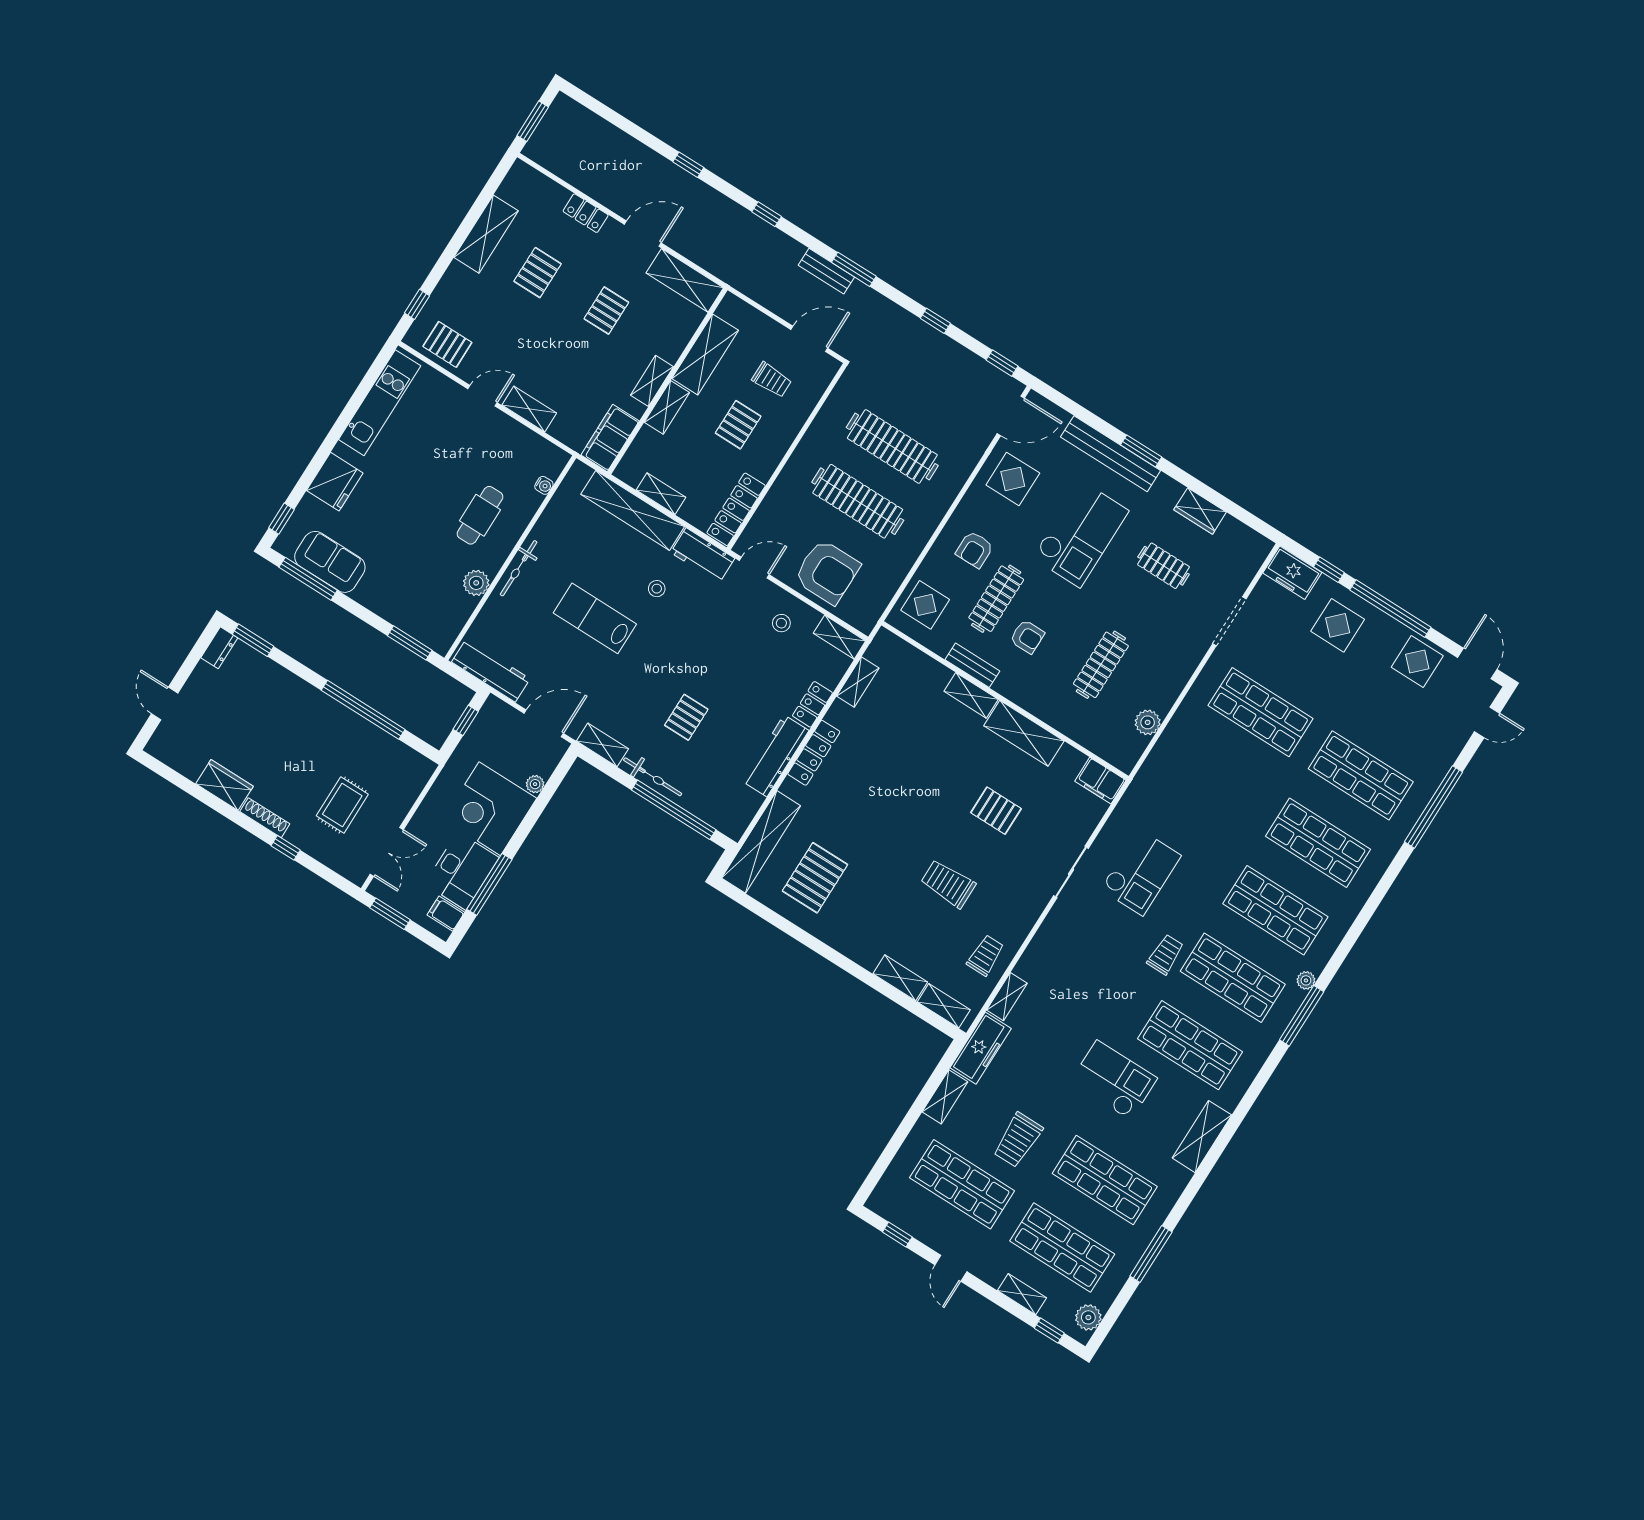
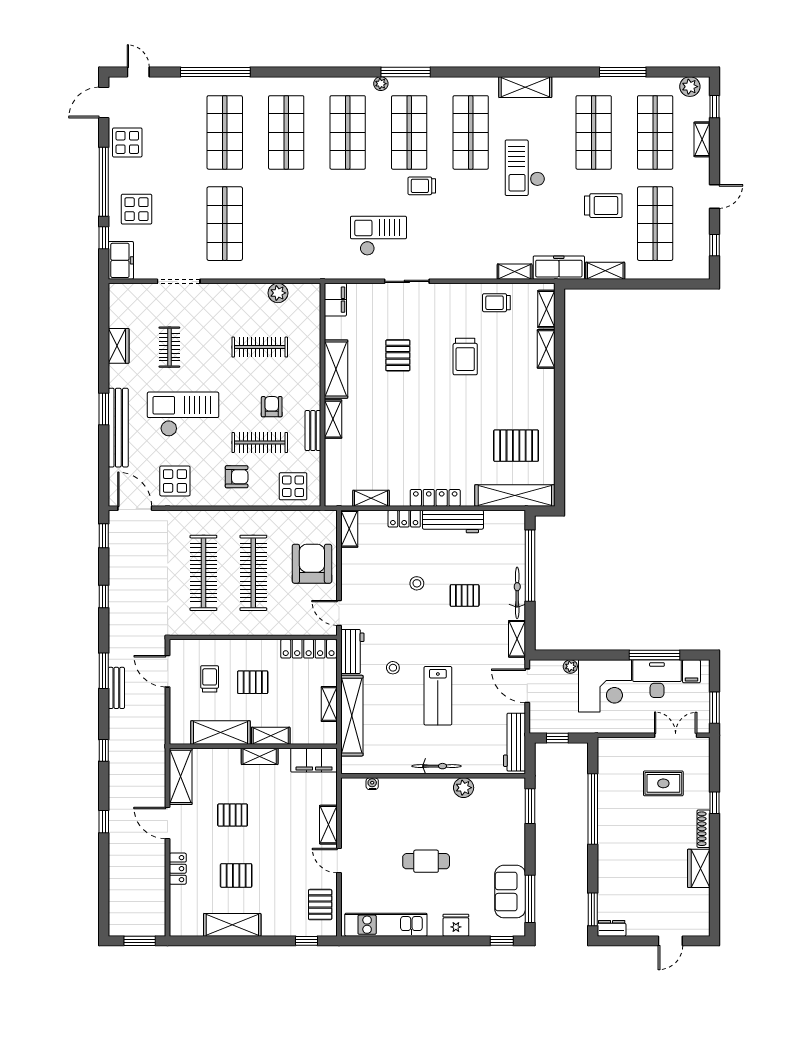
fridge: (335, 482) -> (456, 925), width x0.73, depth x0.75
cafe table: (480, 515) -> (426, 861), moved
stool: (781, 623) -> (417, 583), moved

